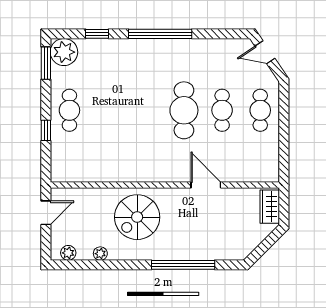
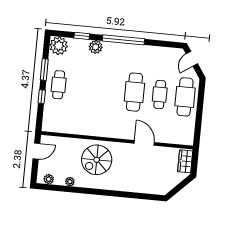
plant: (119, 49) -> (96, 47), added
door: (265, 52) -> (192, 59), hinge flipped
window: (46, 63) -> (44, 70), moved
cafe table: (260, 110) -> (185, 97), width x1.37, depth x1.35
window: (183, 265) -> (124, 194), removed

